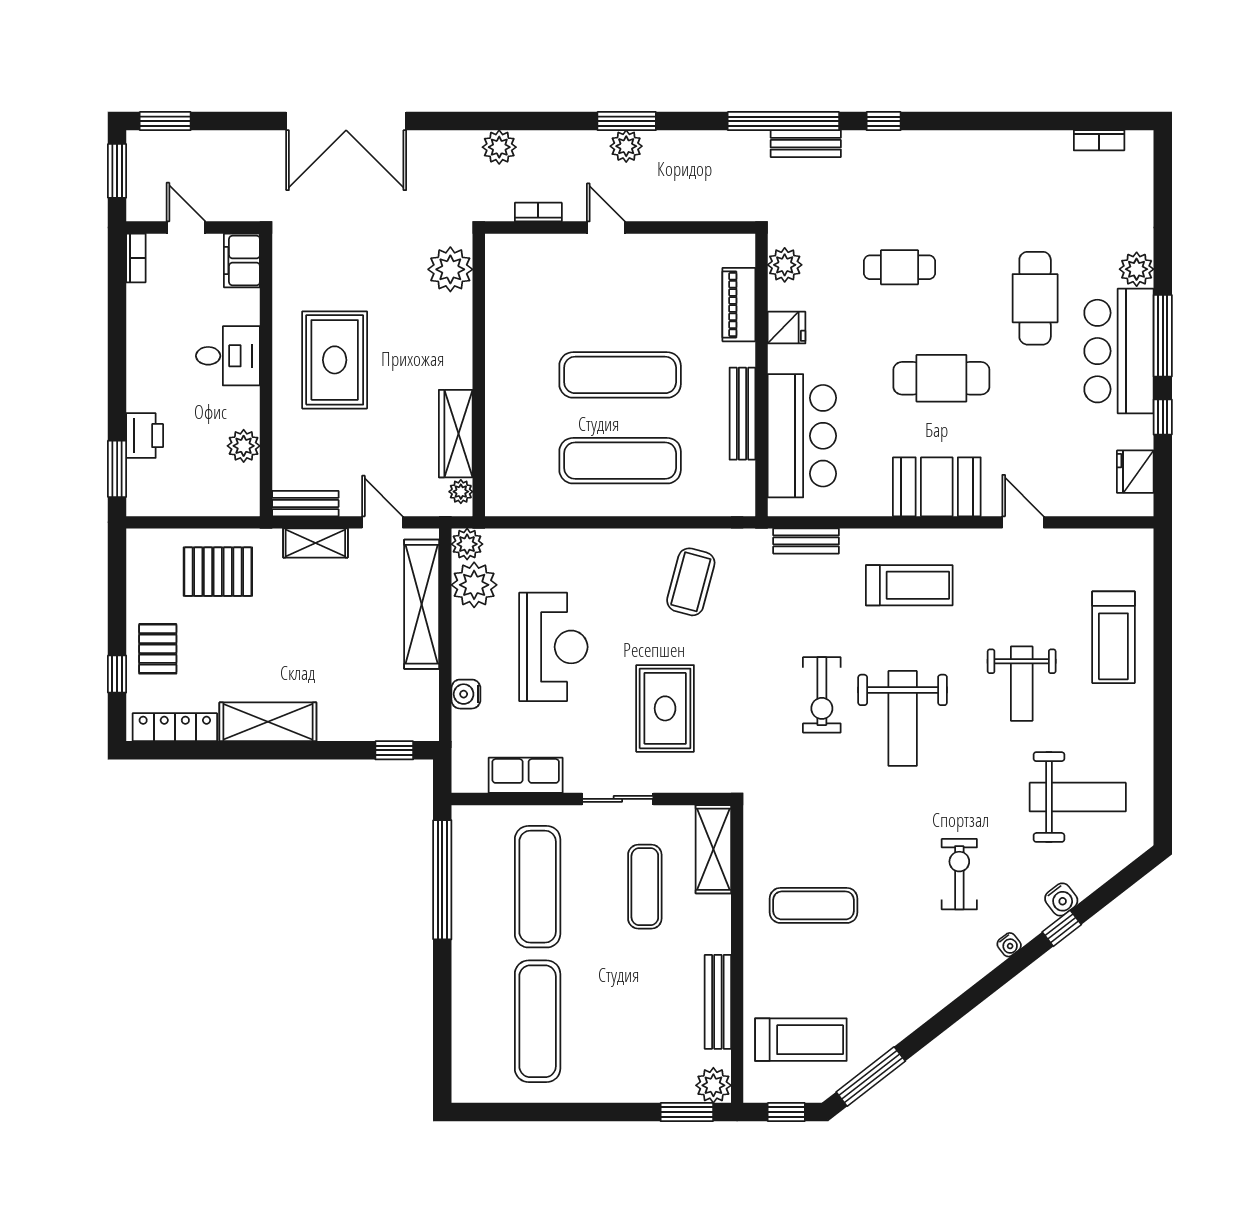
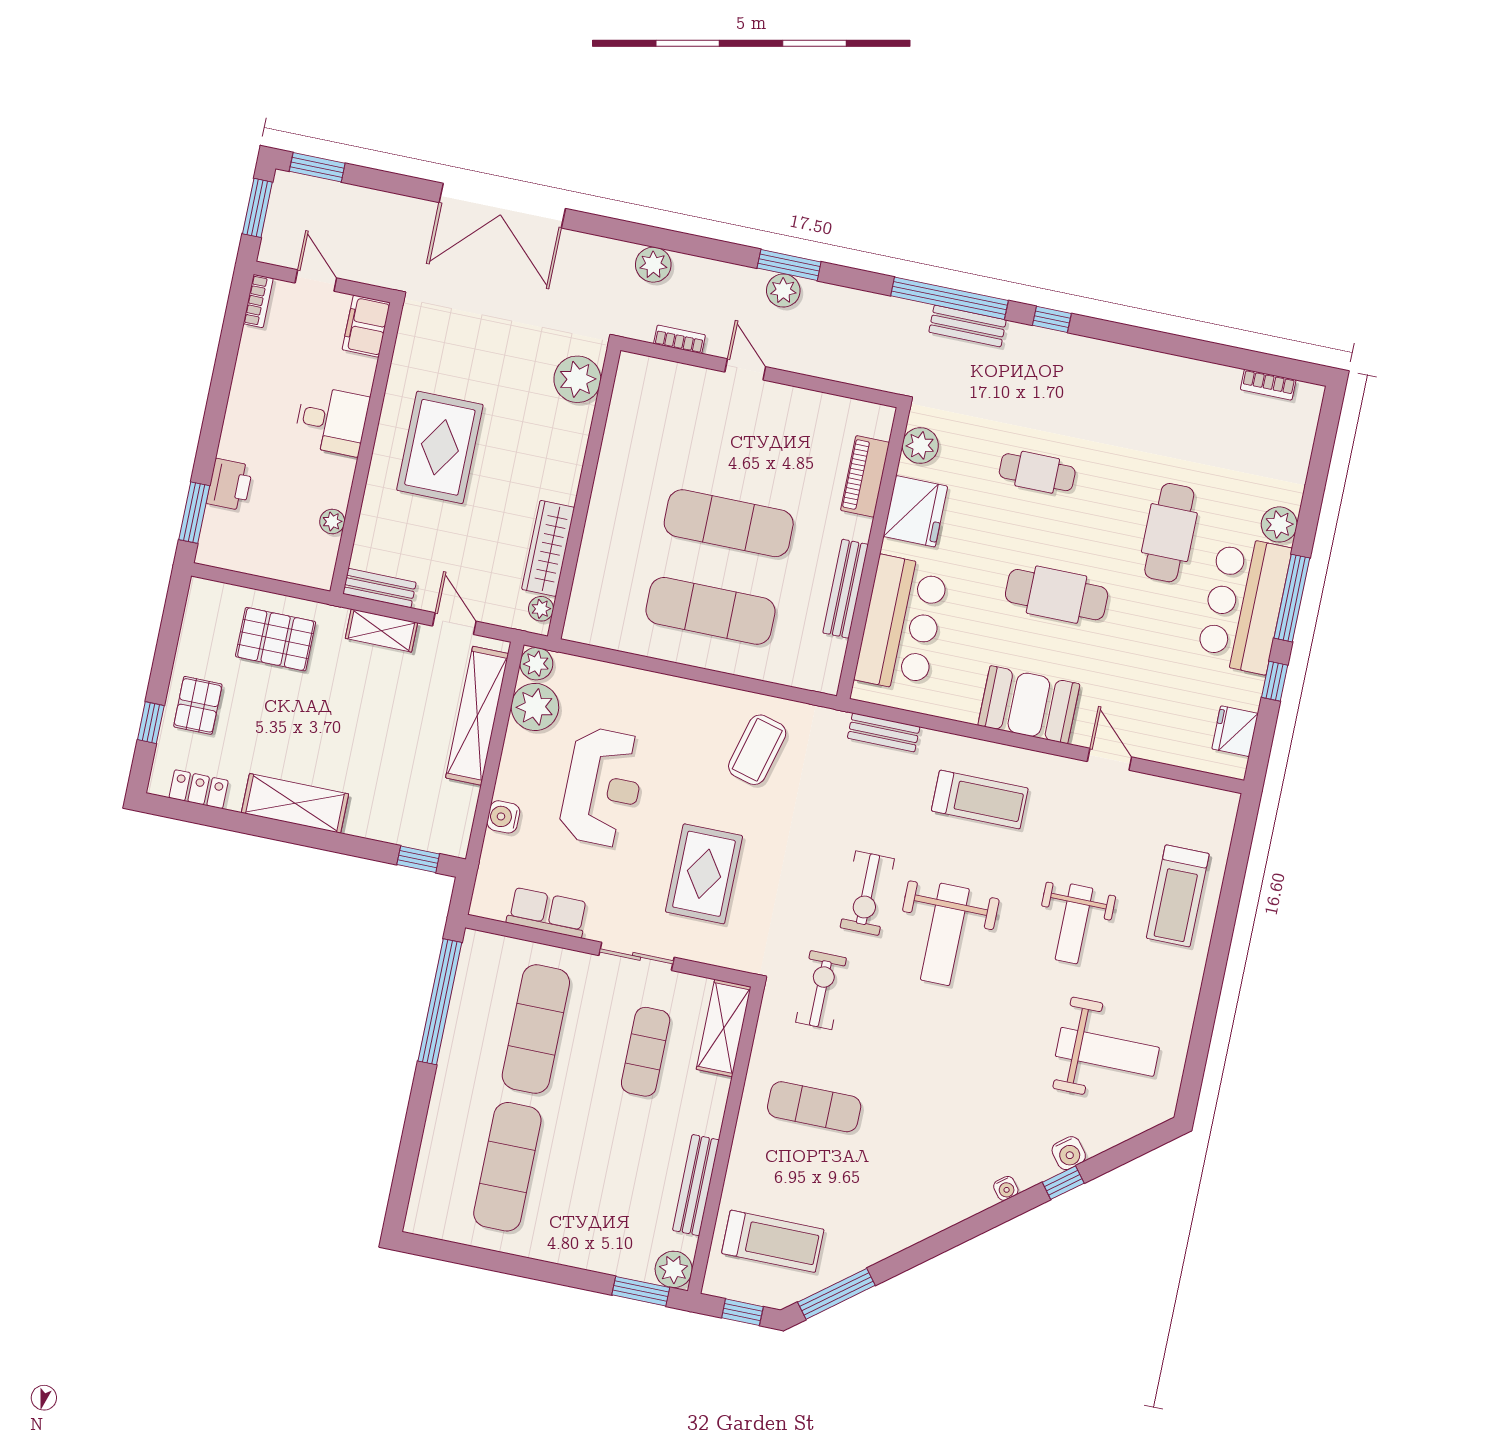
fridge: (786, 328) -> (915, 511), width x1.88, depth x1.34
plant: (244, 446) -> (332, 521), width x0.73, depth x0.73
locker: (175, 727) -> (199, 789), width x0.66
exercise bike: (959, 874) -> (821, 990), moved

